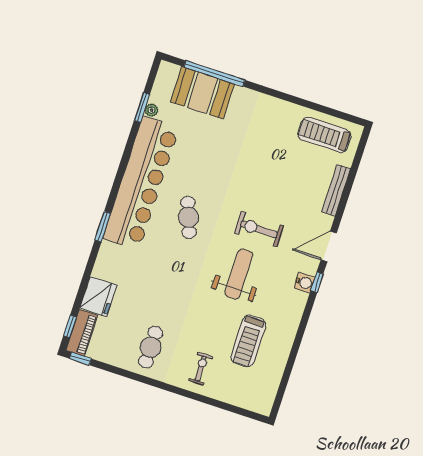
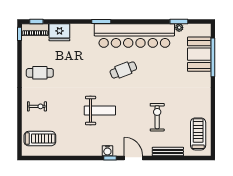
exercise bike: (259, 229) -> (157, 117), moved
treadmill: (248, 341) -> (40, 139), moved, turned 180

